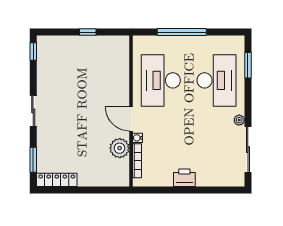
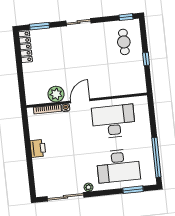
window: (182, 32) -> (156, 157), moved
cafe table: (64, 57) -> (124, 42), added

